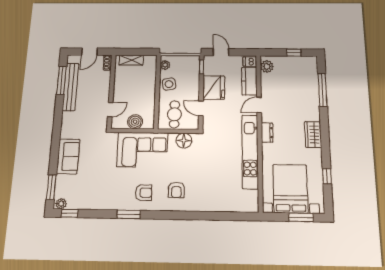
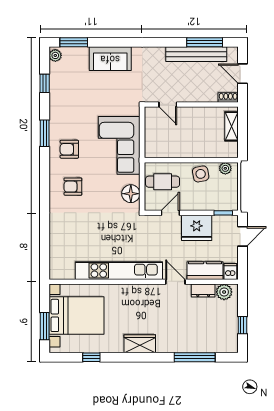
boiler: (135, 122) -> (153, 135), removed
dresser: (267, 133) -> (203, 291), moved
armchair: (144, 193) -> (69, 149), turned 90
window: (69, 213) -> (45, 83), moved

